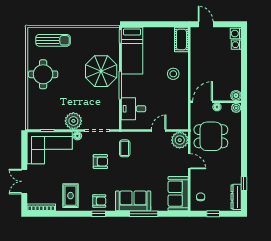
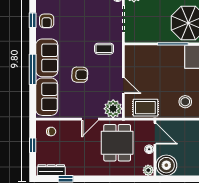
boiler: (236, 96) -> (166, 165), width x1.86, depth x1.86
desk: (134, 109) -> (147, 58), removed
rug: (179, 110) -> (145, 108), added
armchair: (100, 162) -> (80, 75), moved, turned -88
sofa: (178, 194) -> (47, 97), moved, turned 90

